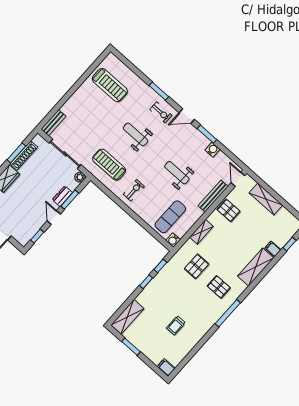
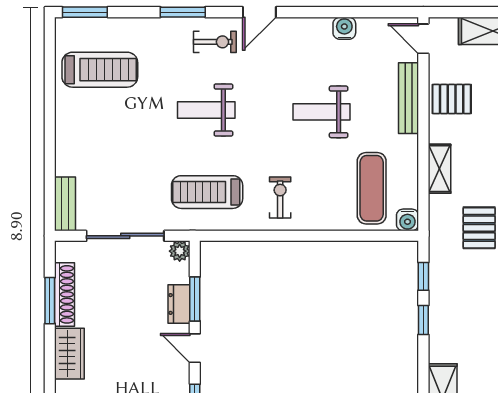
window: (207, 134) -> (85, 12), moved

